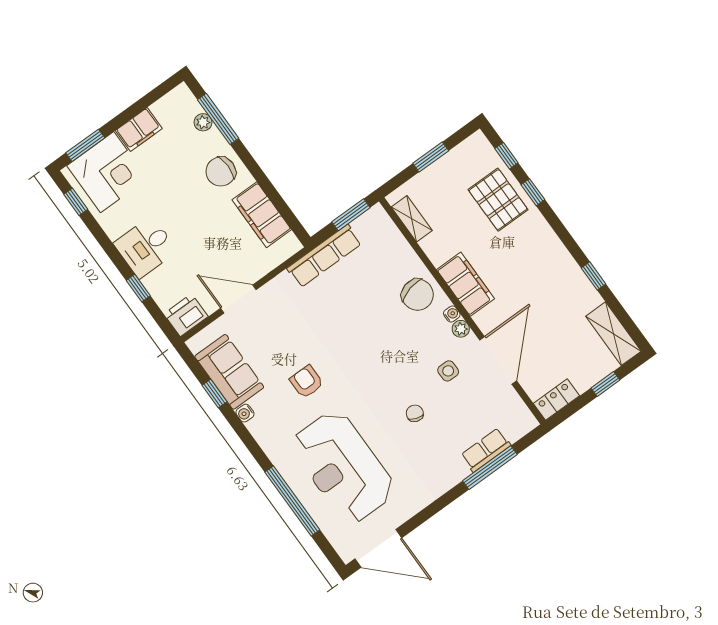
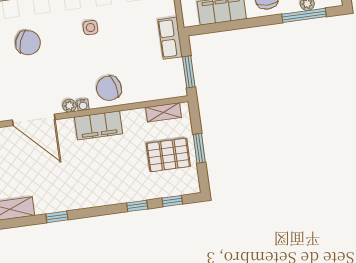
pallet: (498, 200) -> (168, 155), moved
row of seats: (324, 256) -> (170, 38), width x0.68
side table: (448, 371) -> (90, 28), moved
chair: (415, 413) -> (28, 43), width x1.87, depth x1.87

